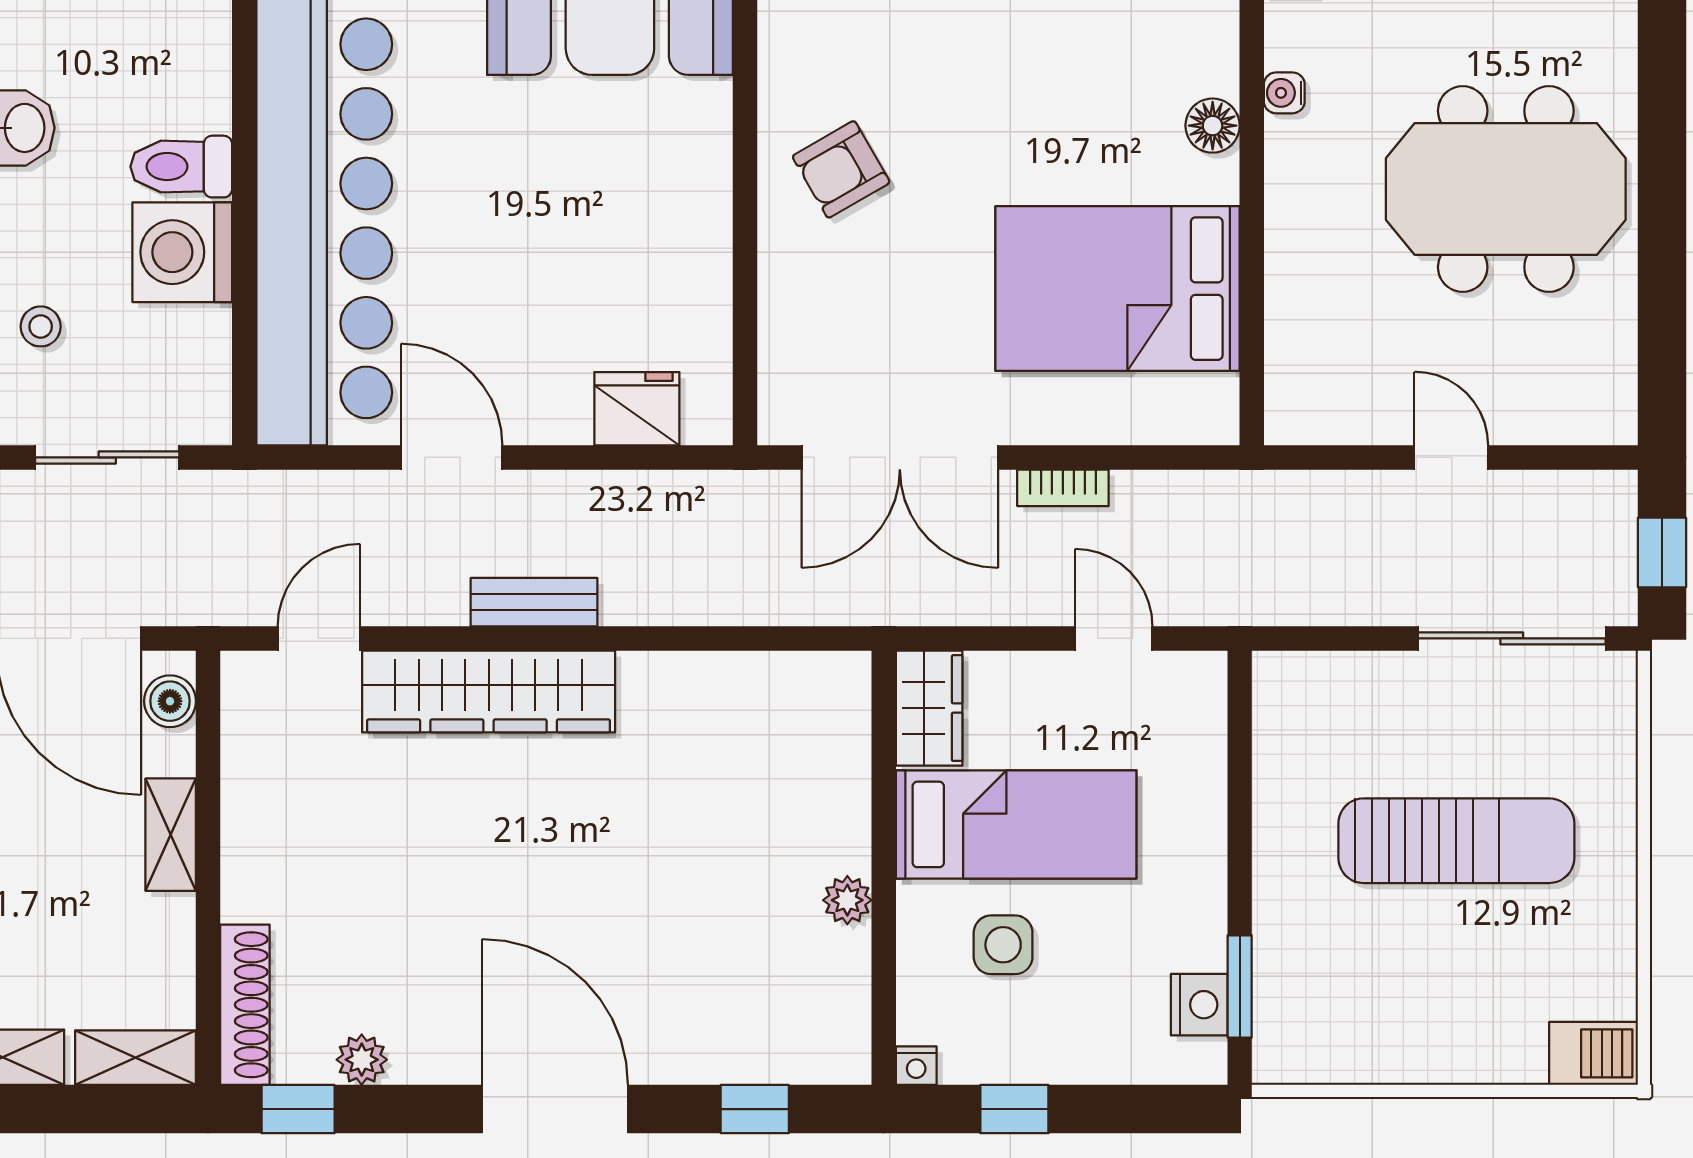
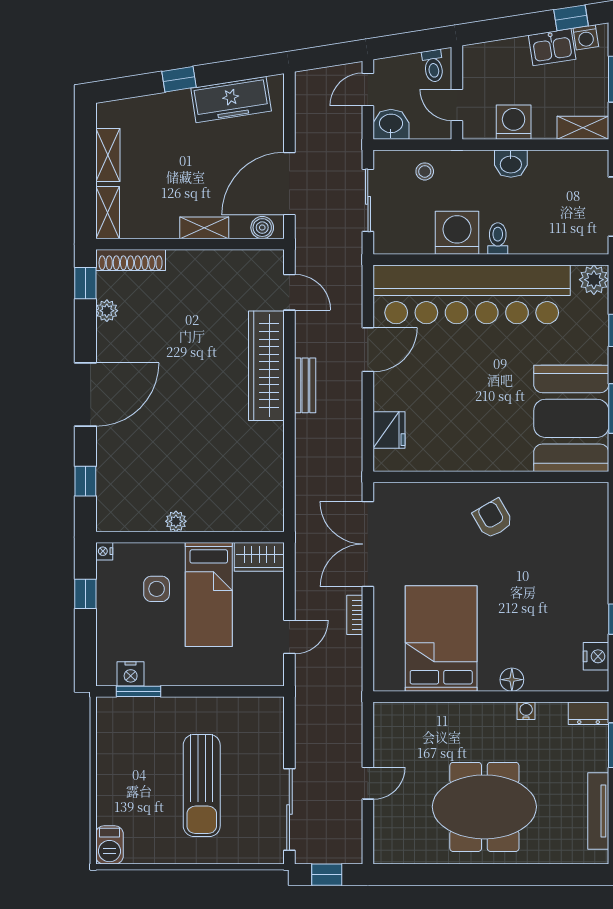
toilet: (181, 167) -> (498, 239), width x0.73, depth x0.72
meeting table: (1506, 189) -> (484, 807), turned 90

